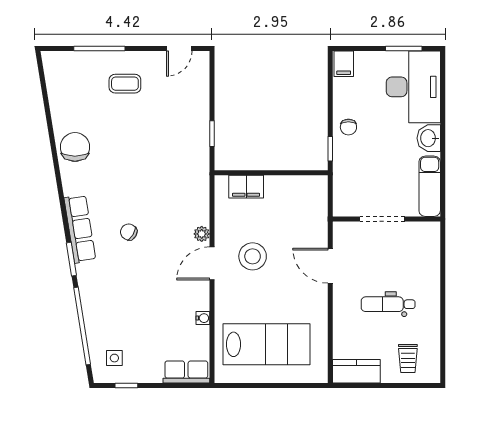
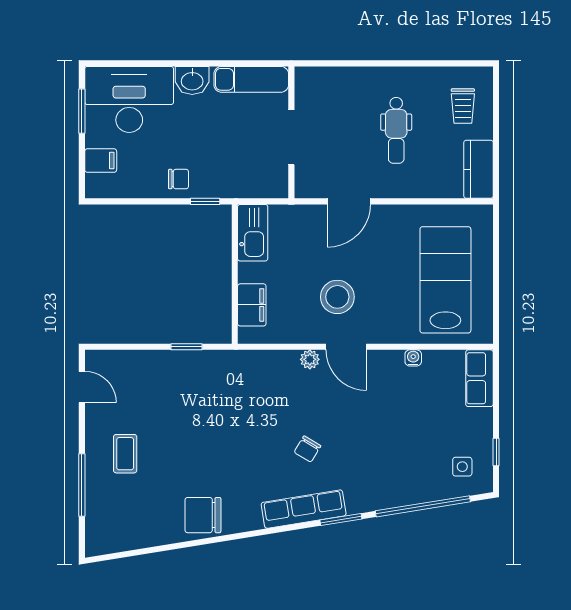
filing cabinet: (344, 64) -> (101, 161), moved
kitchen sink: (305, 187) -> (253, 233), added
trolley: (408, 358) -> (463, 106), turned 90

